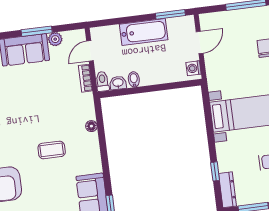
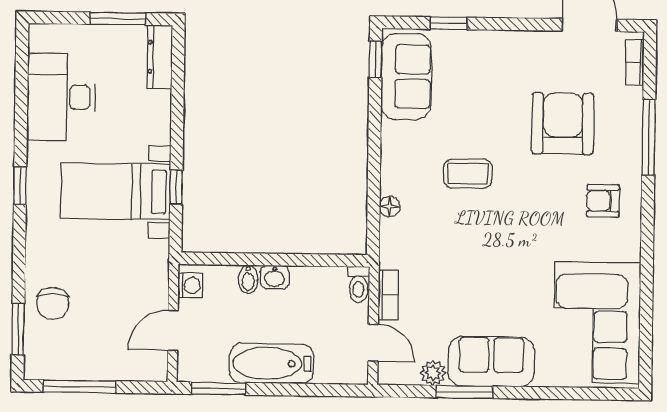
door: (90, 51) -> (373, 343), hinge flipped
bidet: (134, 79) -> (248, 279), moved
washbasin: (118, 83) -> (275, 277), moved
window: (215, 171) -> (176, 187), moved

